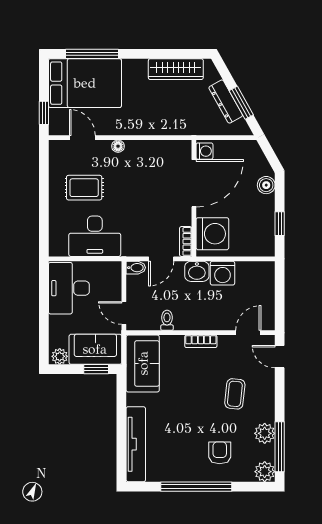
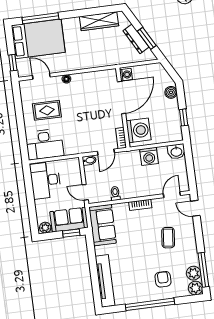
desk: (95, 236) -> (45, 144), moved
washbasin: (197, 271) -> (176, 152), moved
plant: (265, 433) -> (193, 273), moved

